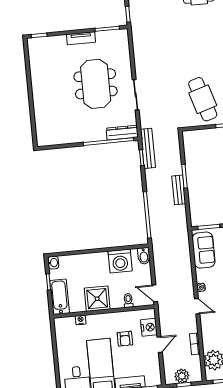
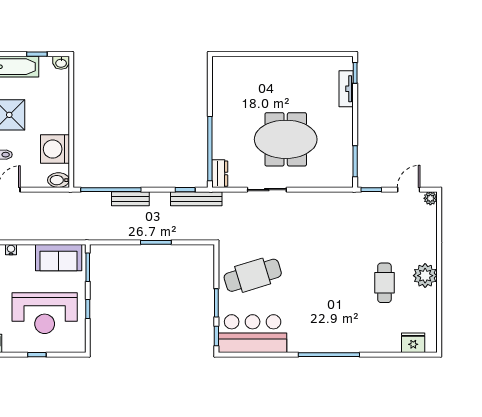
tv unit: (81, 38) -> (346, 89), moved
dresser: (122, 133) -> (220, 174), width x0.70
bench: (179, 190) -> (130, 199), moved

